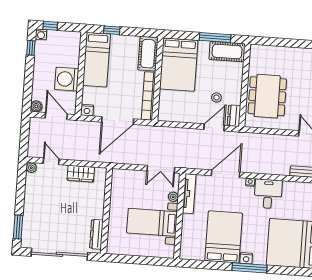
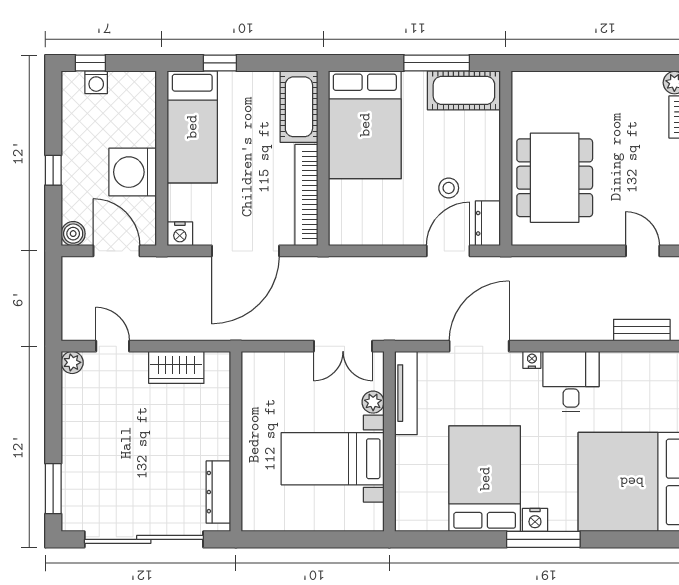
washing machine: (41, 34) -> (96, 82), moved
window: (31, 48) -> (53, 170), moved

